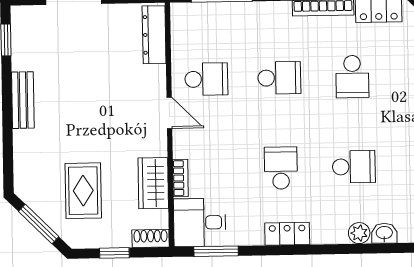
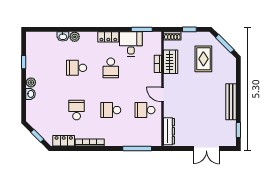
bench: (23, 100) -> (231, 102), width x1.36
desk: (200, 222) -> (131, 44), moved, turned -90

